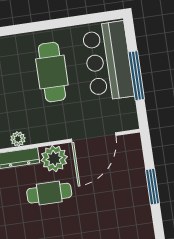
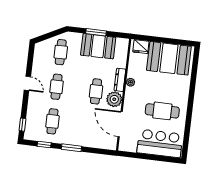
window: (136, 76) -> (148, 157), removed
window: (152, 187) -> (71, 148), moved

